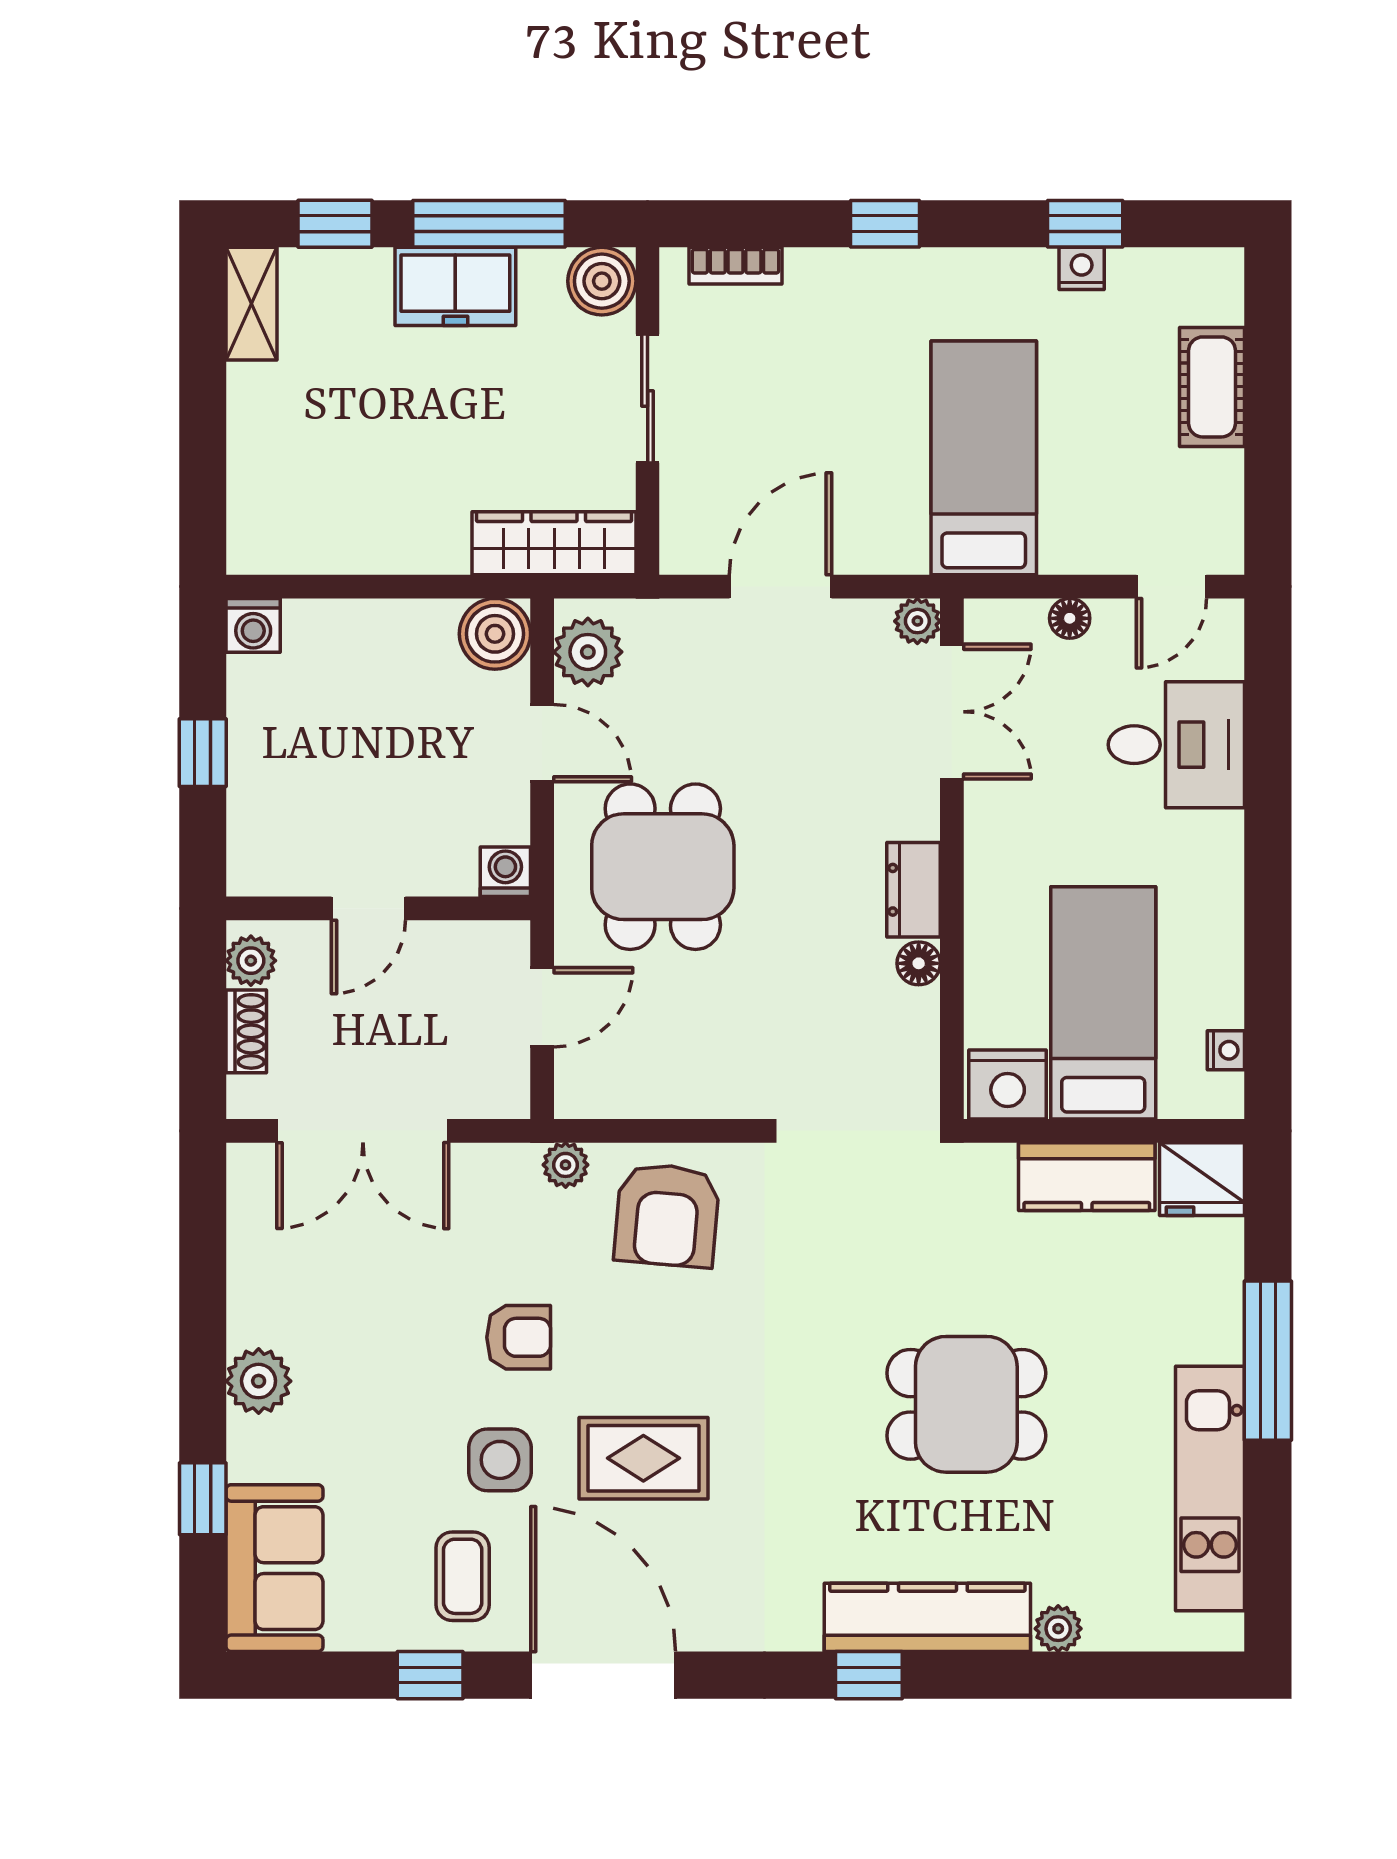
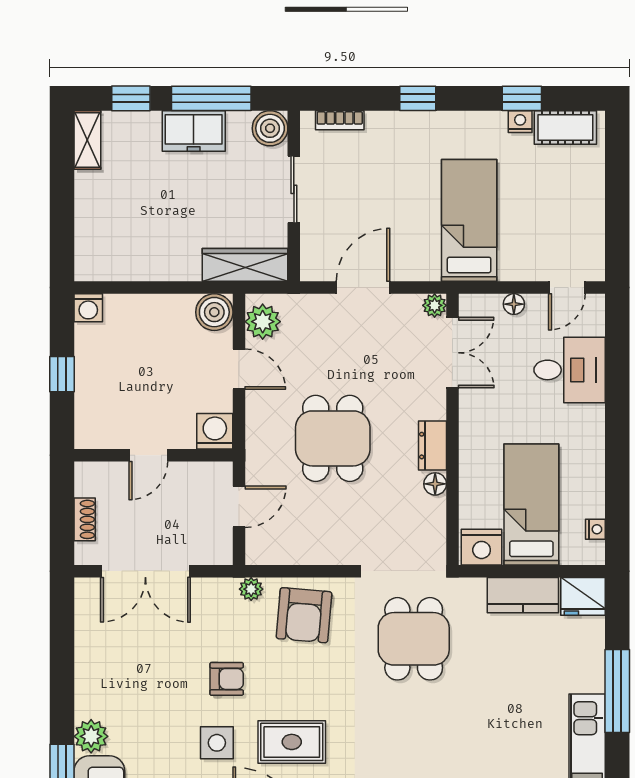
cot: (1212, 387) -> (565, 127), moved, turned 90
dining table: (663, 867) -> (333, 438), moved
washing machine: (505, 872) -> (215, 431), width x1.38, depth x1.38
plant: (251, 961) -> (87, 483), removed
plant: (259, 1381) -> (91, 736), moved
dining table: (966, 1404) -> (414, 639), moved, turned 90

